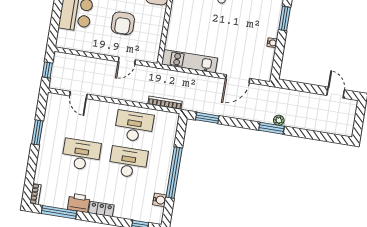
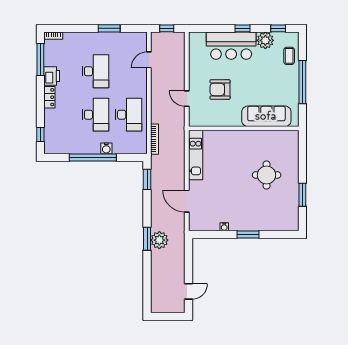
plant: (279, 120) -> (159, 240), width x1.88, depth x1.88
water cooler: (160, 200) -> (106, 148), moved

